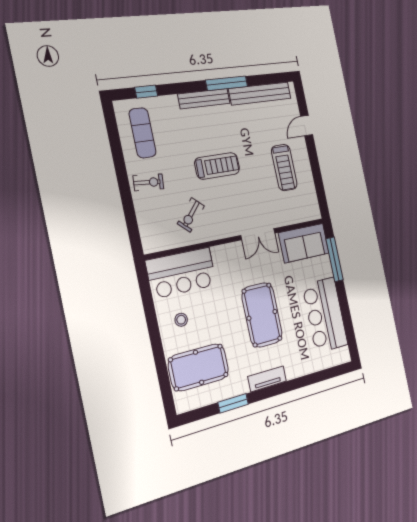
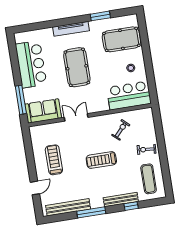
window: (146, 92) -> (131, 206), moved
bench: (204, 99) -> (121, 200), moved
tv unit: (267, 379) -> (71, 29), width x1.41

